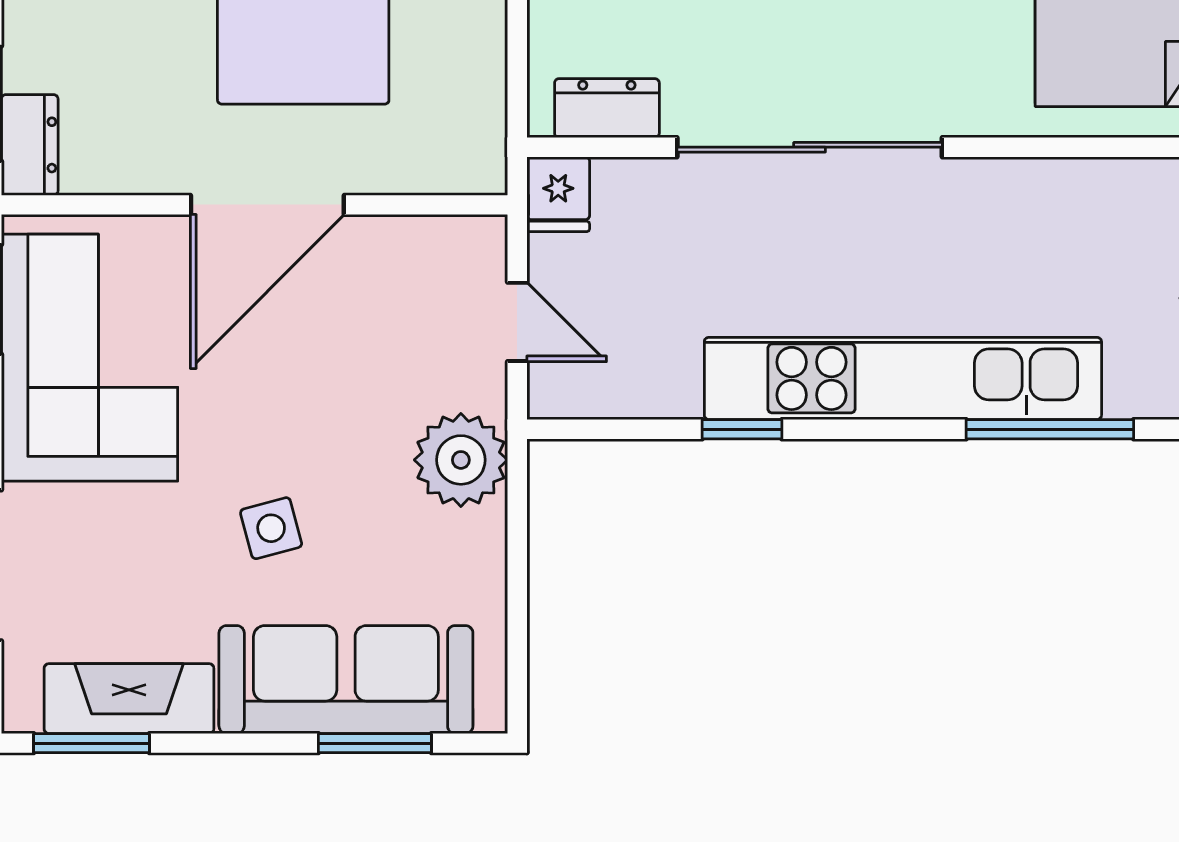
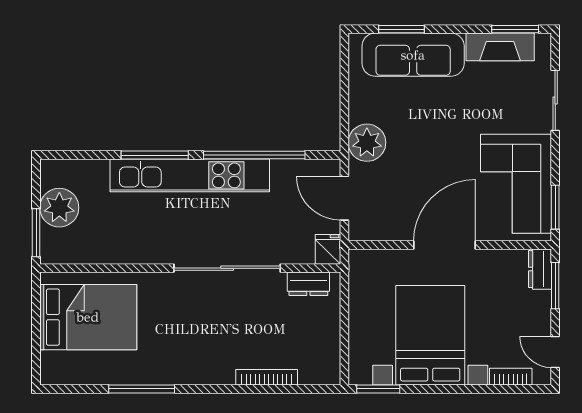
door: (517, 322) -> (344, 198), width x1.37
window: (742, 429) -> (254, 155), width x3.17
window: (1050, 429) -> (155, 155), moved
side table: (271, 528) -> (443, 115), removed

